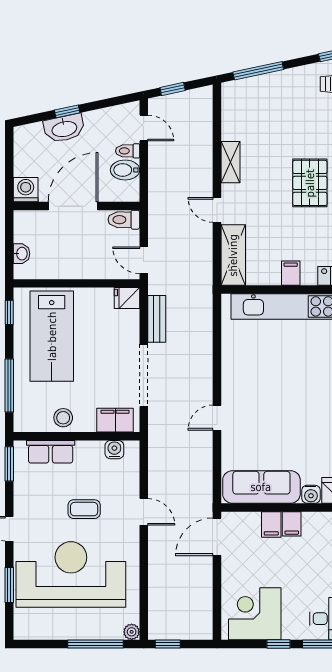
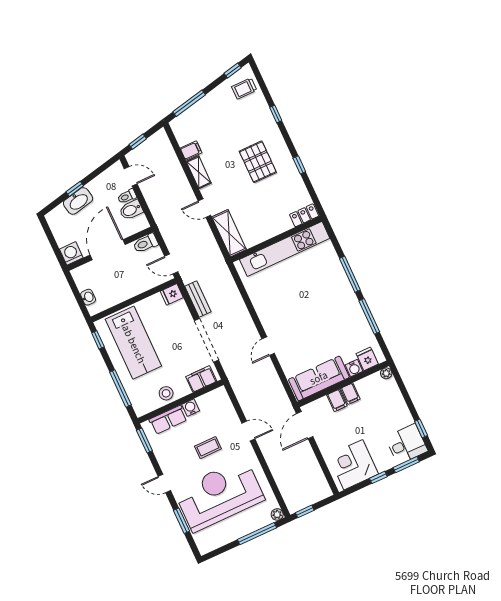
filing cabinet: (291, 273) -> (191, 150), moved, turned 90
water cooler: (114, 450) -> (191, 408), moved

